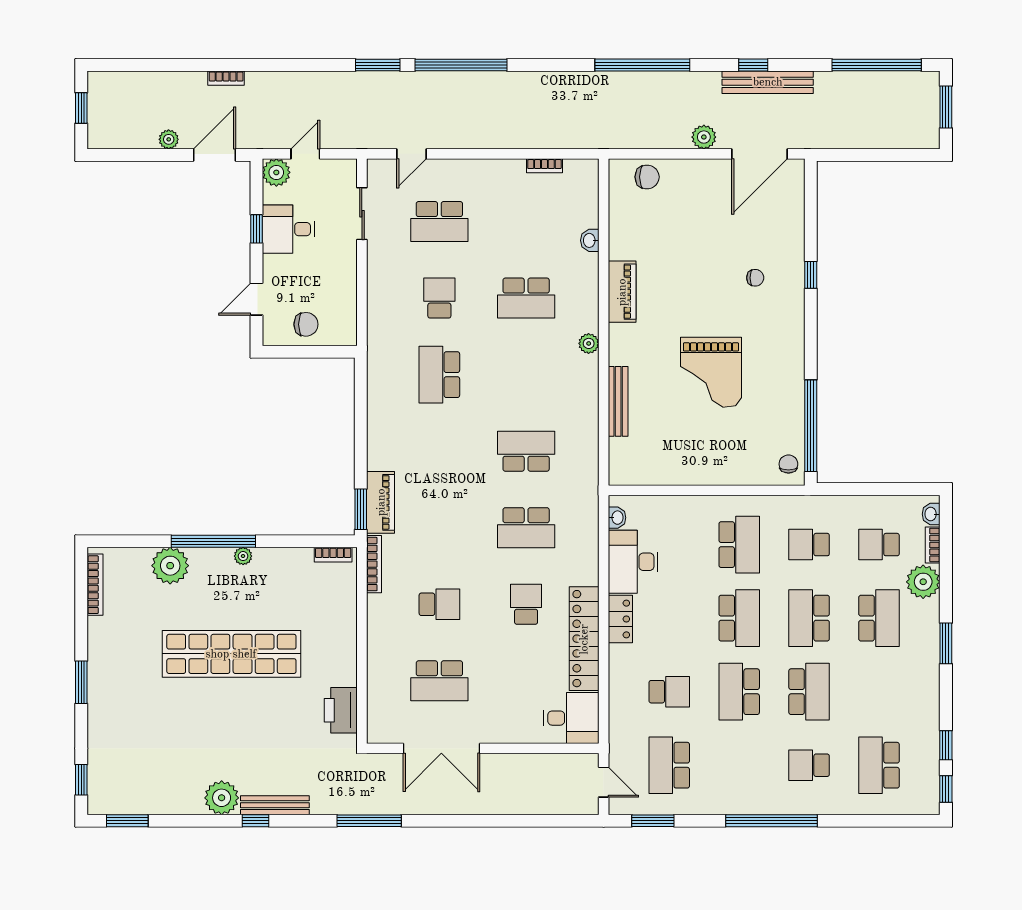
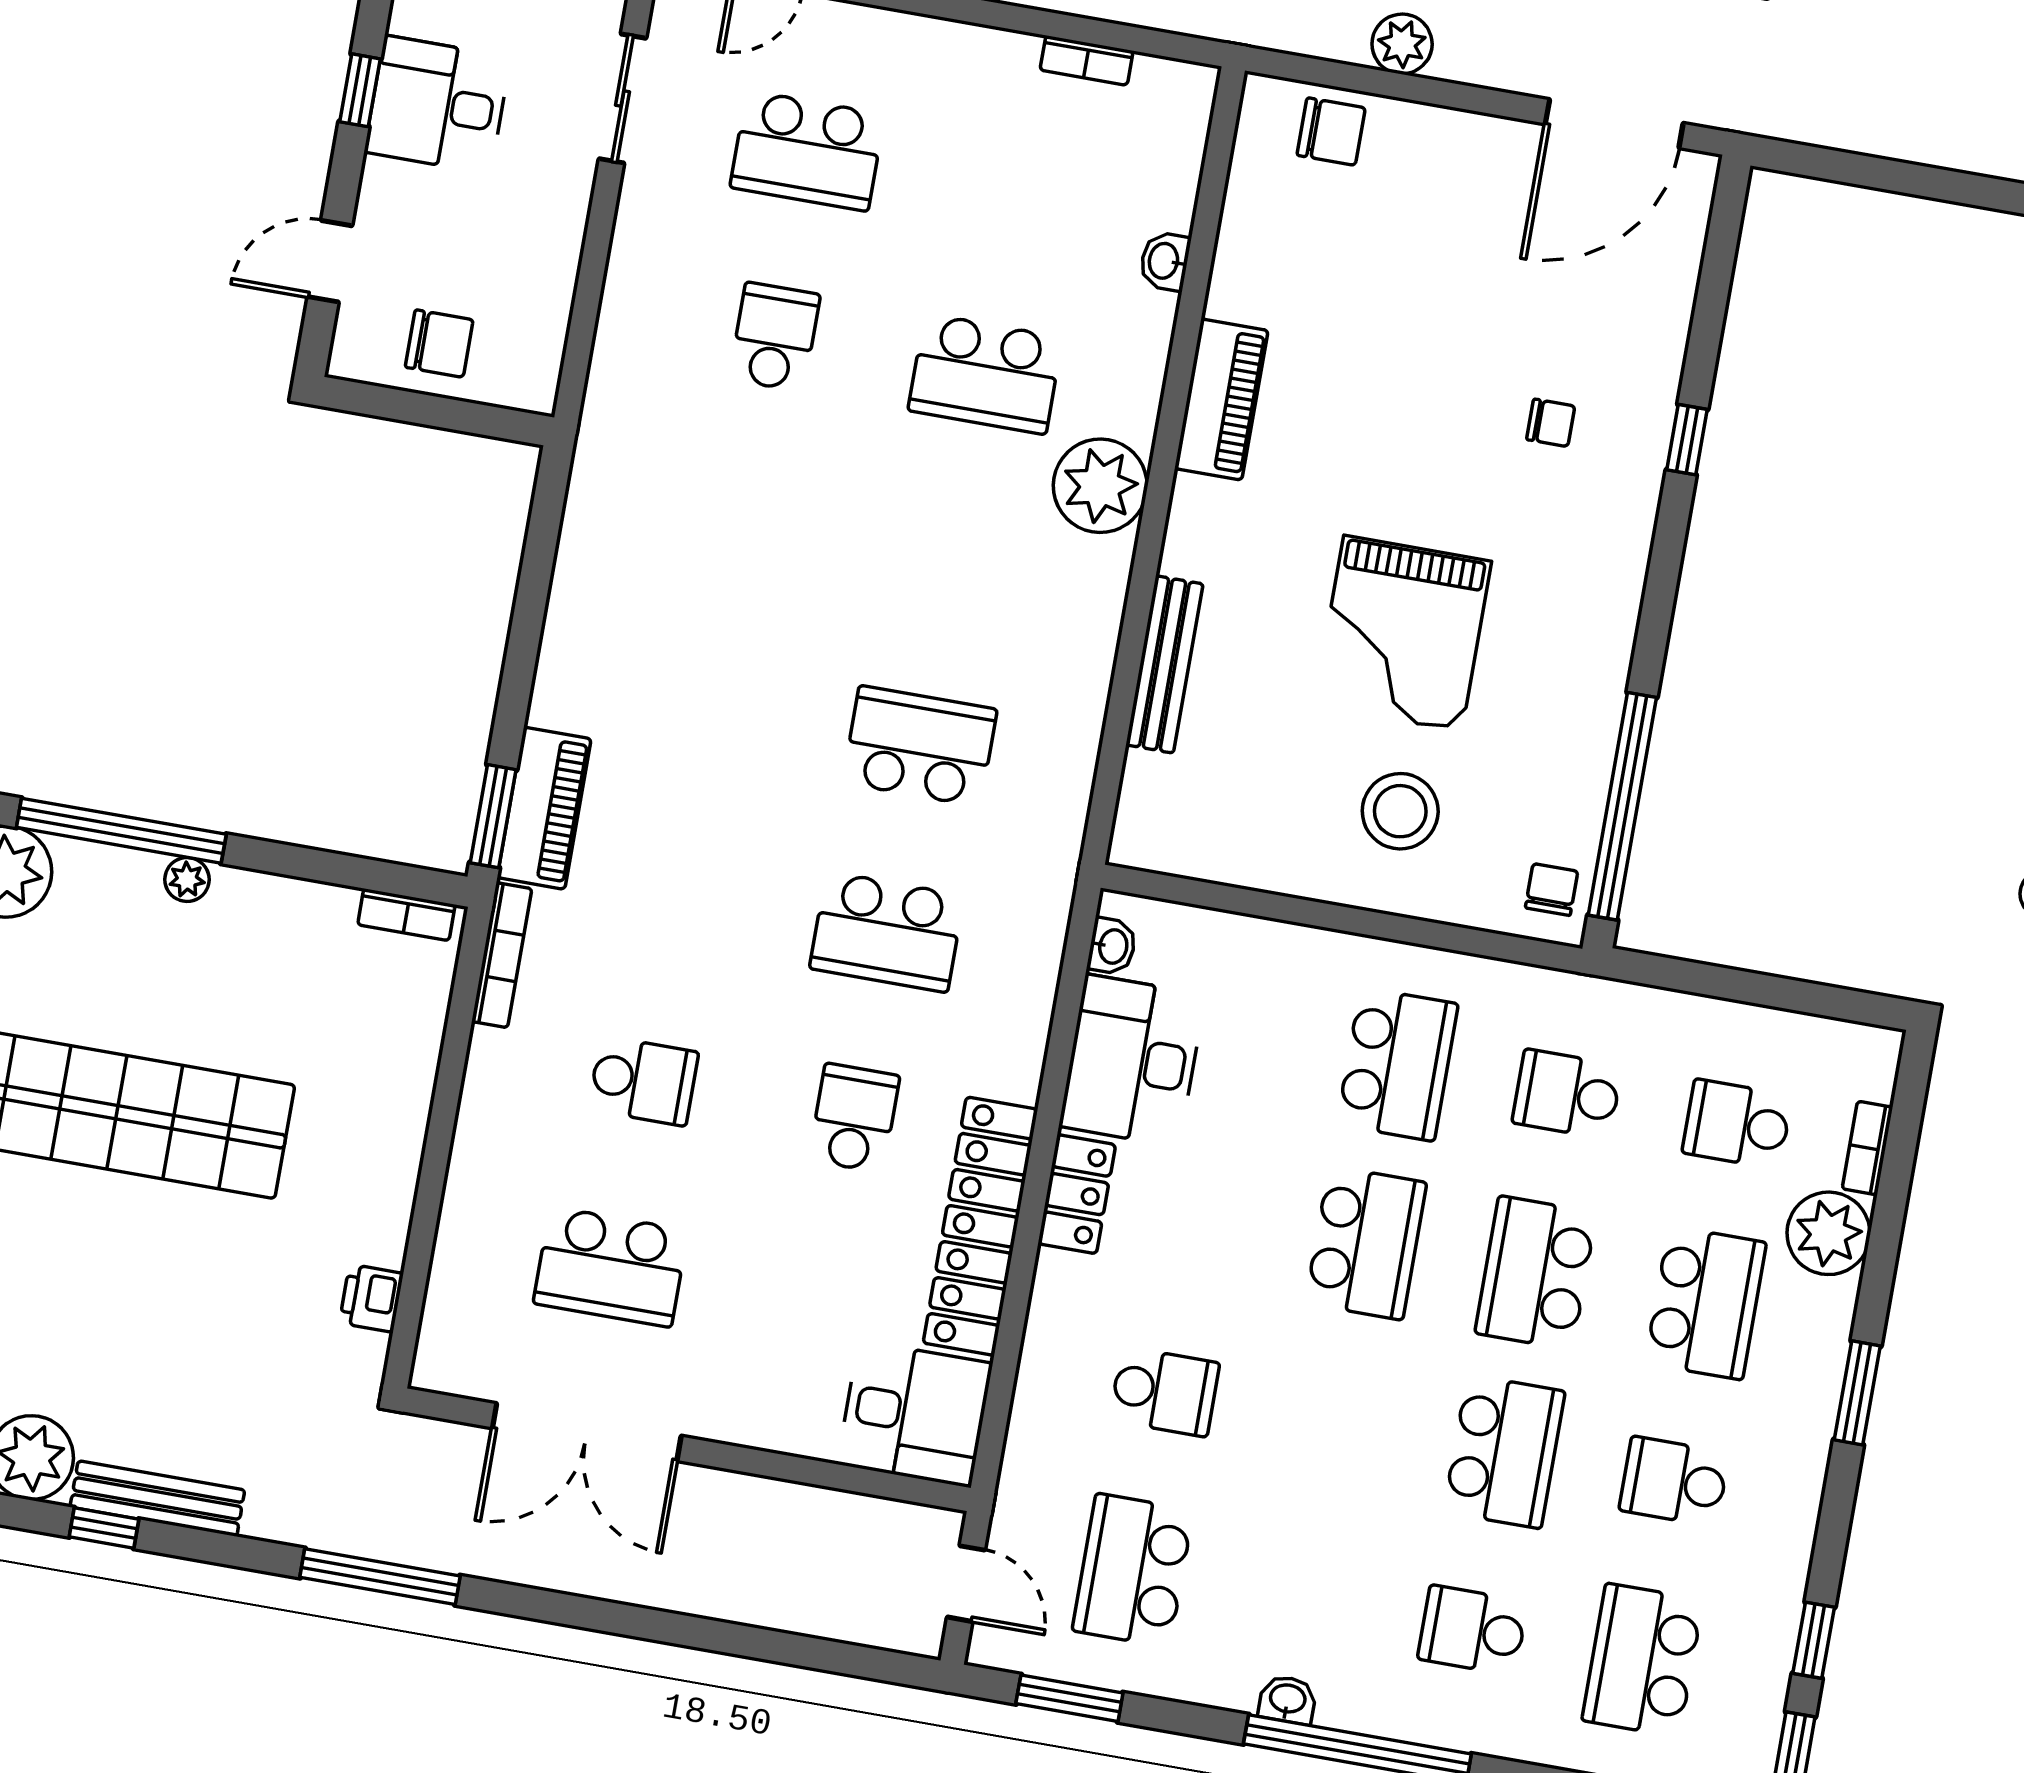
plant: (704, 137) -> (1402, 44), moved
plant: (589, 343) -> (1100, 486), width x1.88, depth x1.88
school desk: (439, 375) -> (742, 523), removed
stool: (722, 443) -> (1400, 811), added
washbasin: (931, 514) -> (1288, 1700), moved, turned 90
school desk: (739, 692) -> (1674, 1482), moved, width x0.54
printer: (341, 710) -> (371, 1298), width x0.53, depth x0.68

